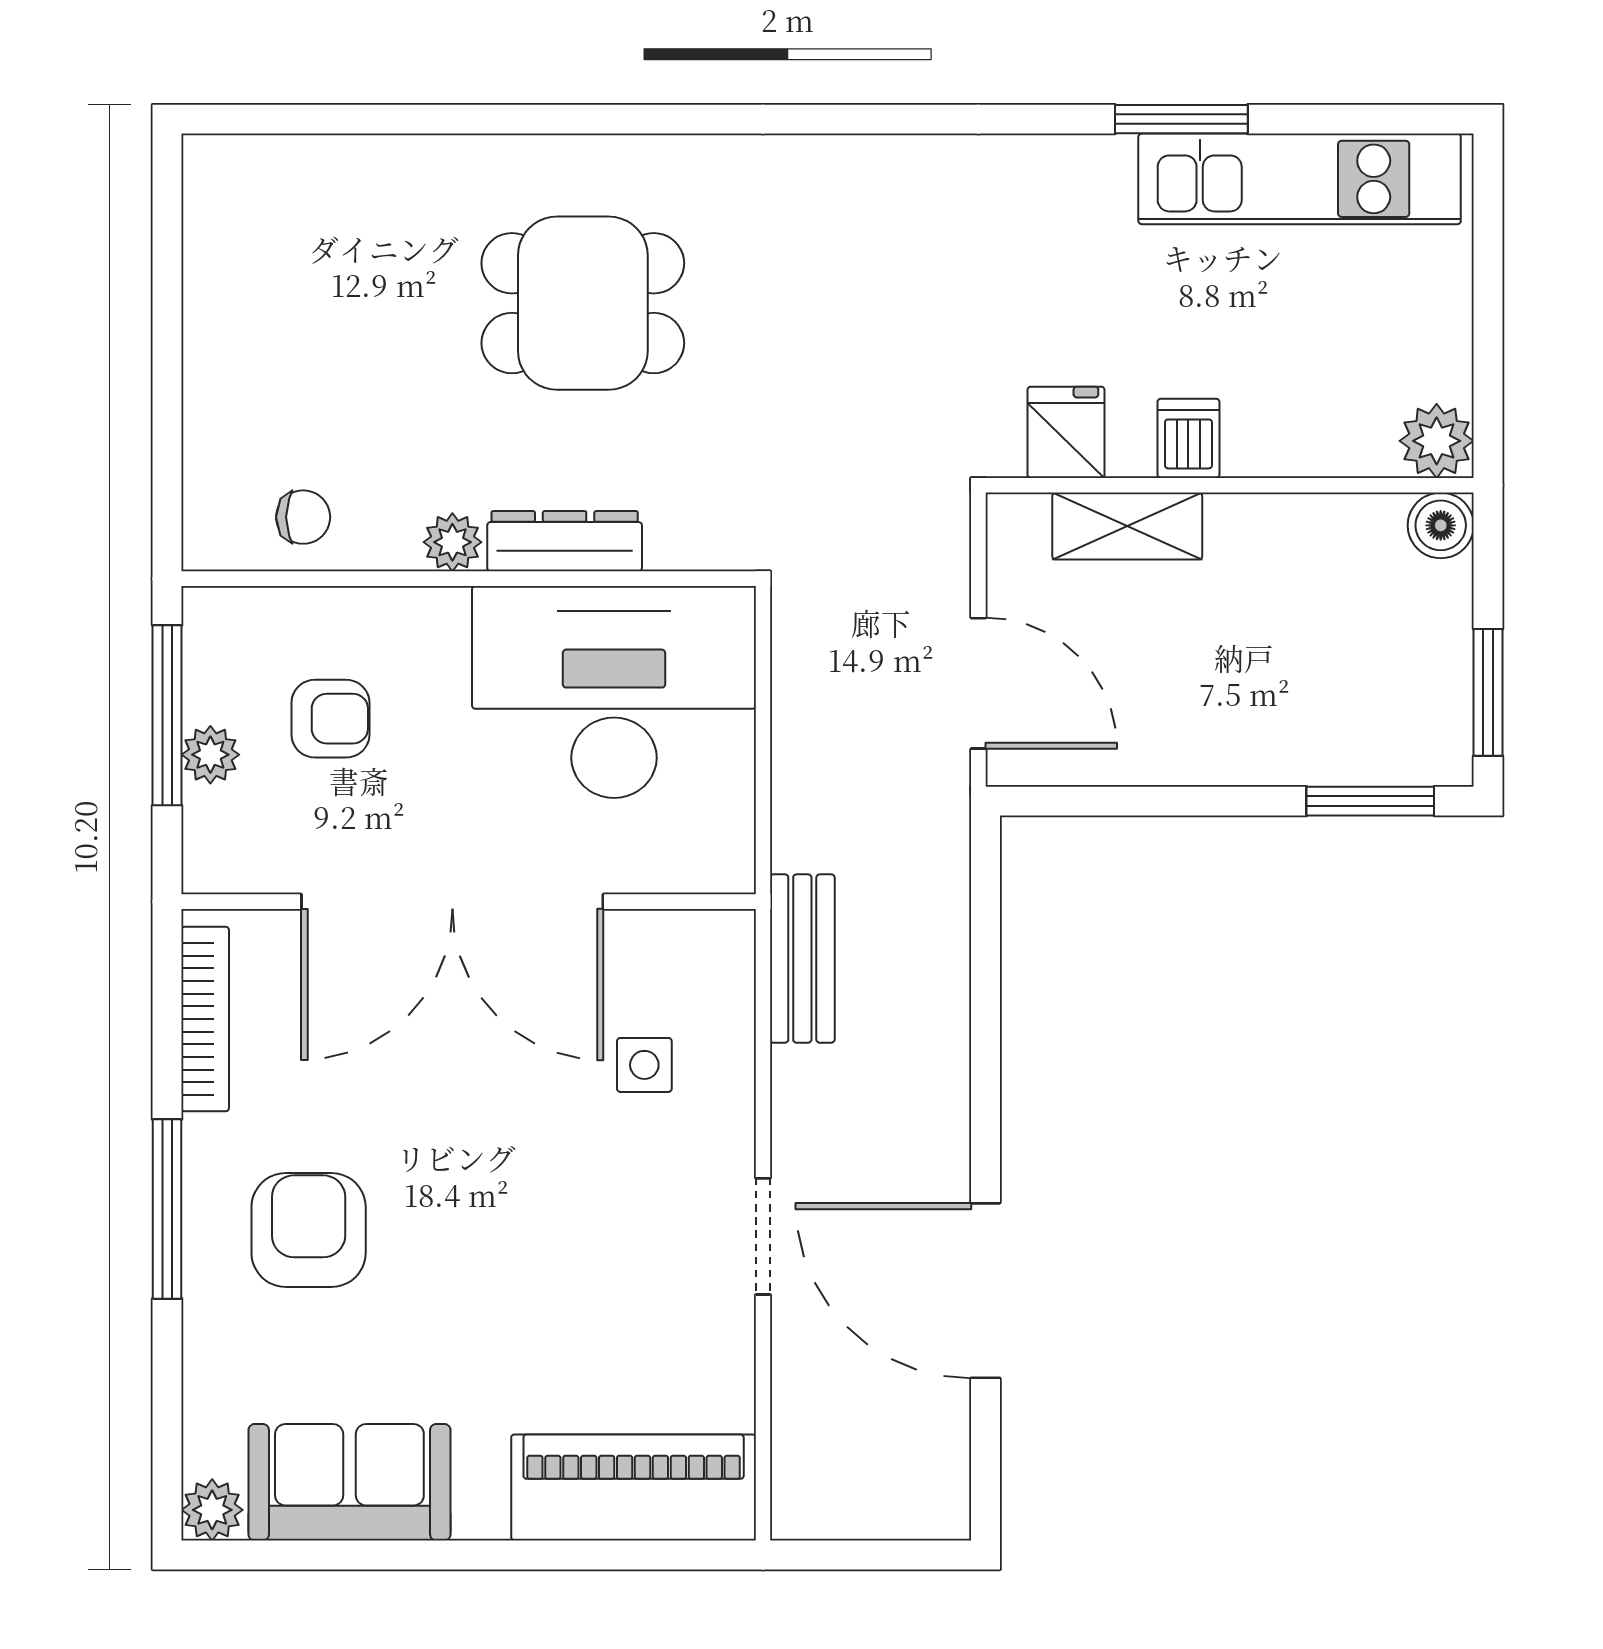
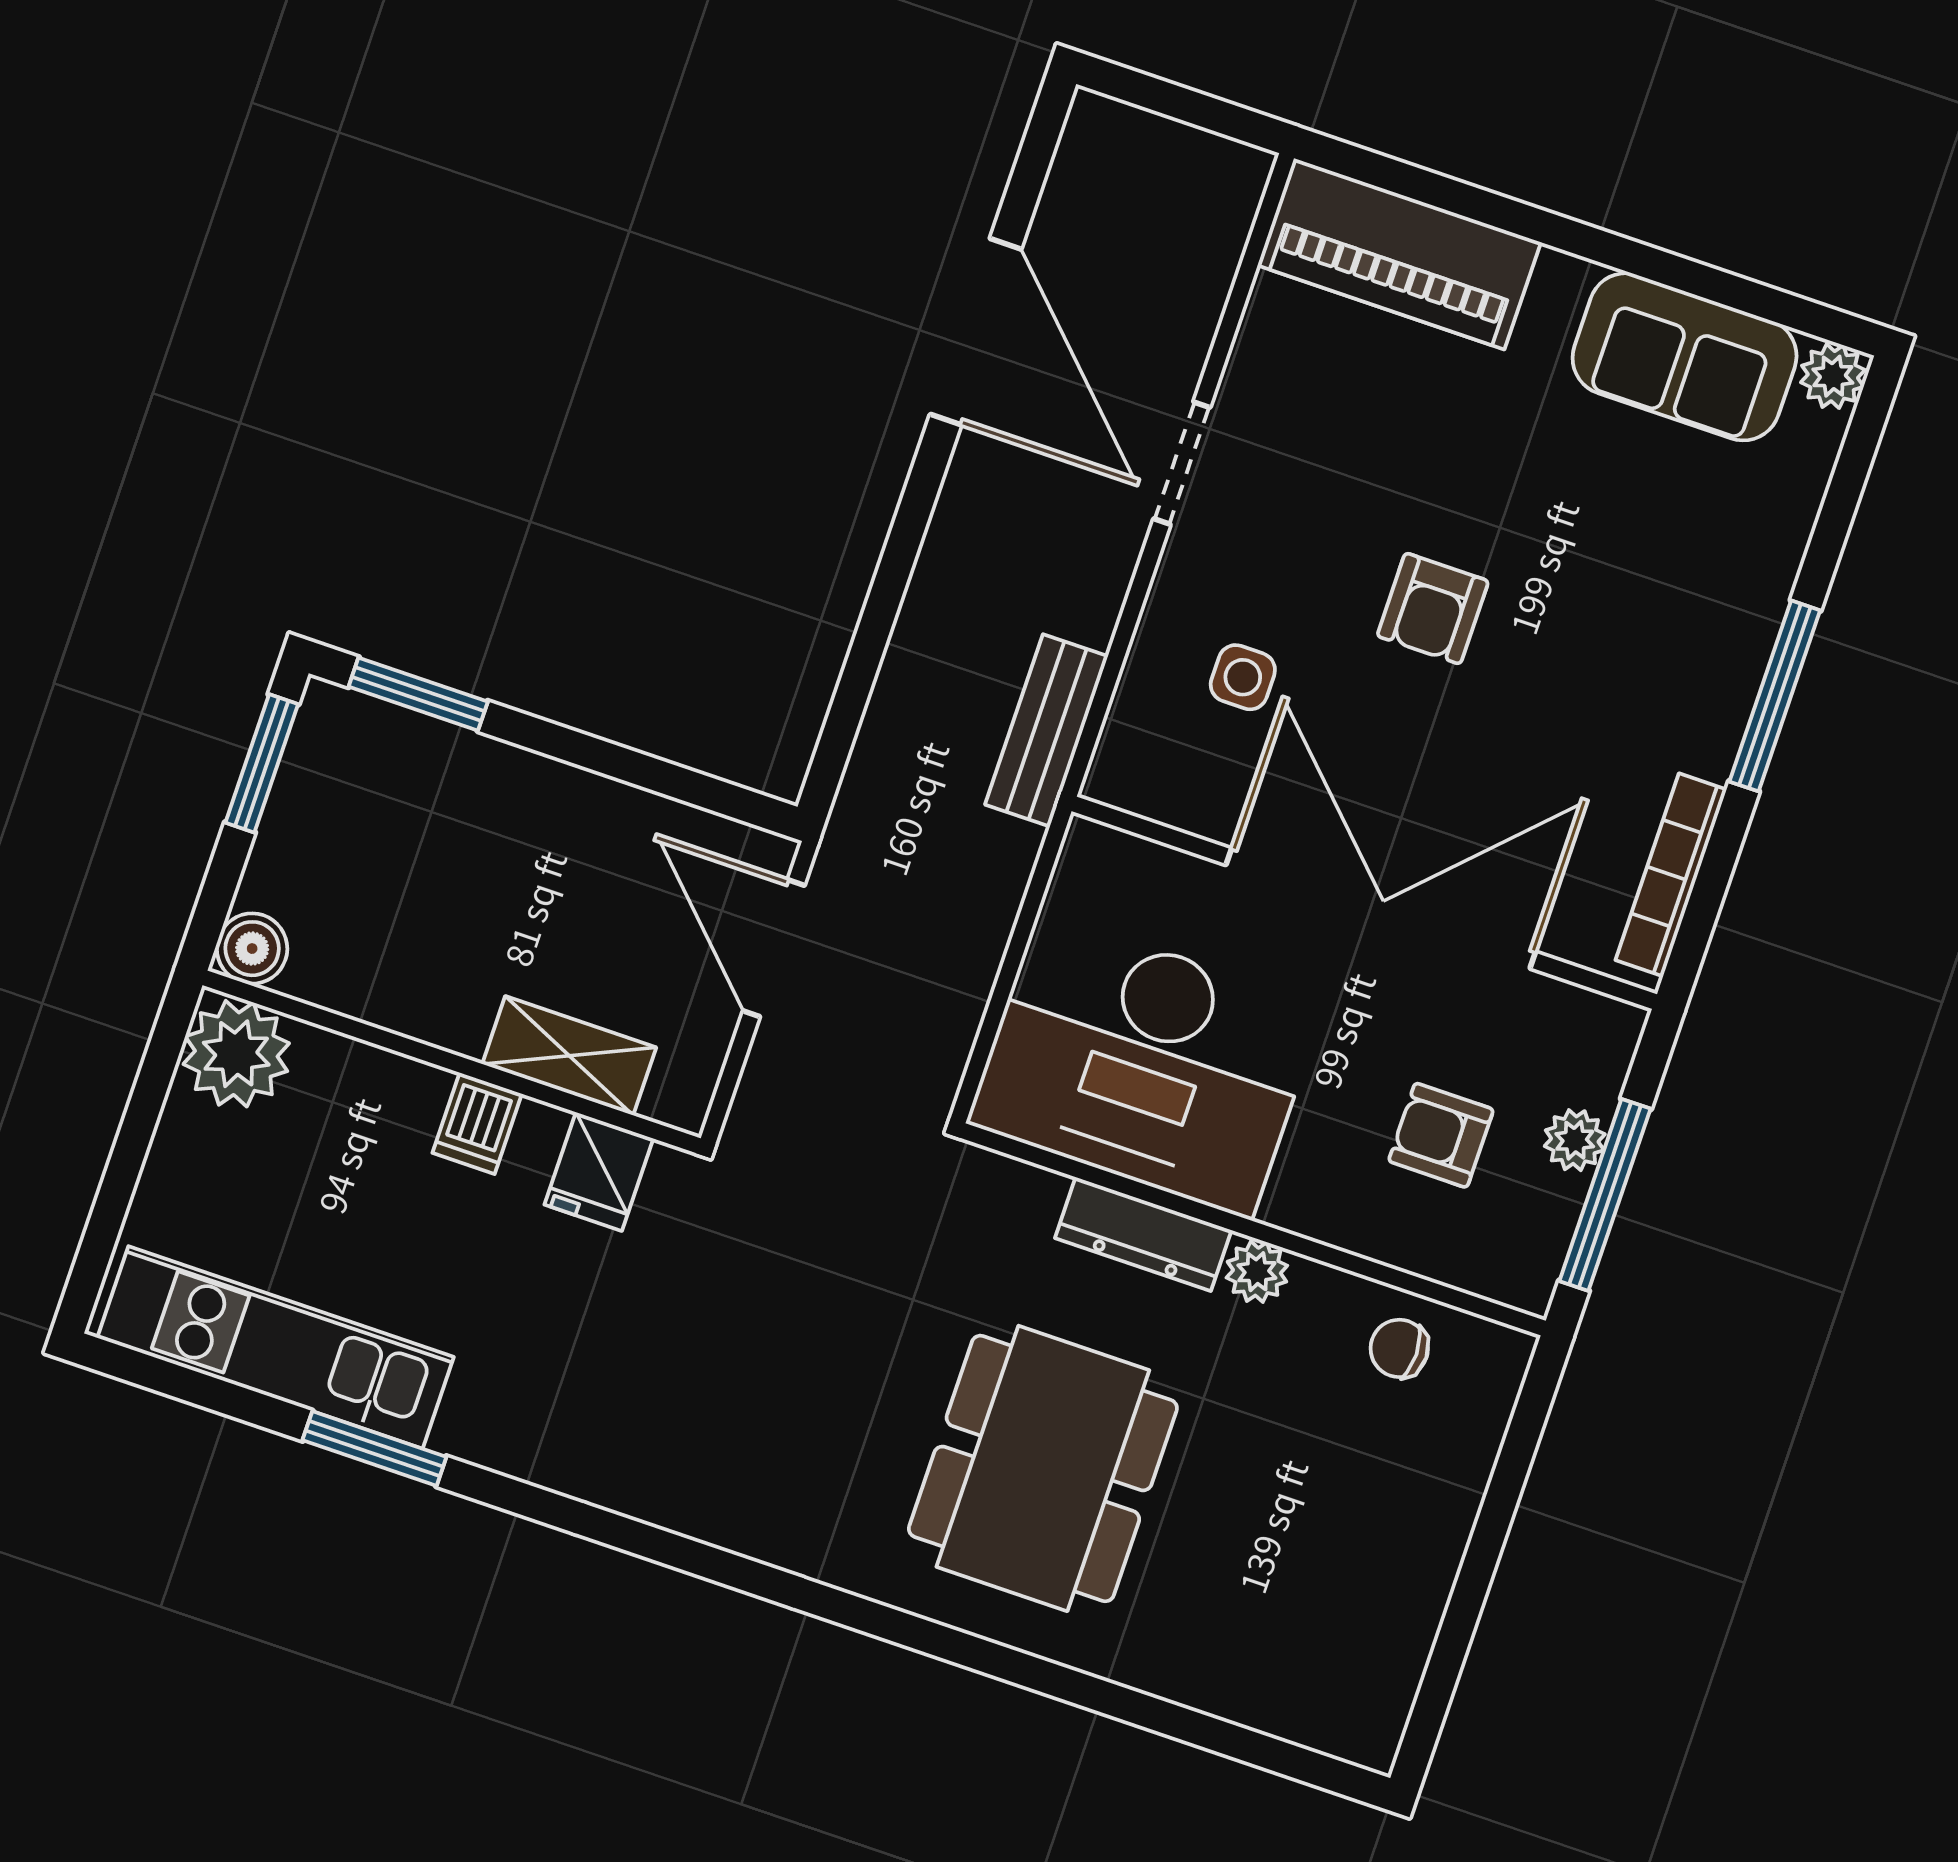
dining table: (583, 303) -> (1043, 1468), width x1.38
plant: (1437, 441) -> (236, 1054), width x1.36, depth x1.36
armchair: (309, 1230) -> (1433, 608), moved, width x0.72, depth x0.72

